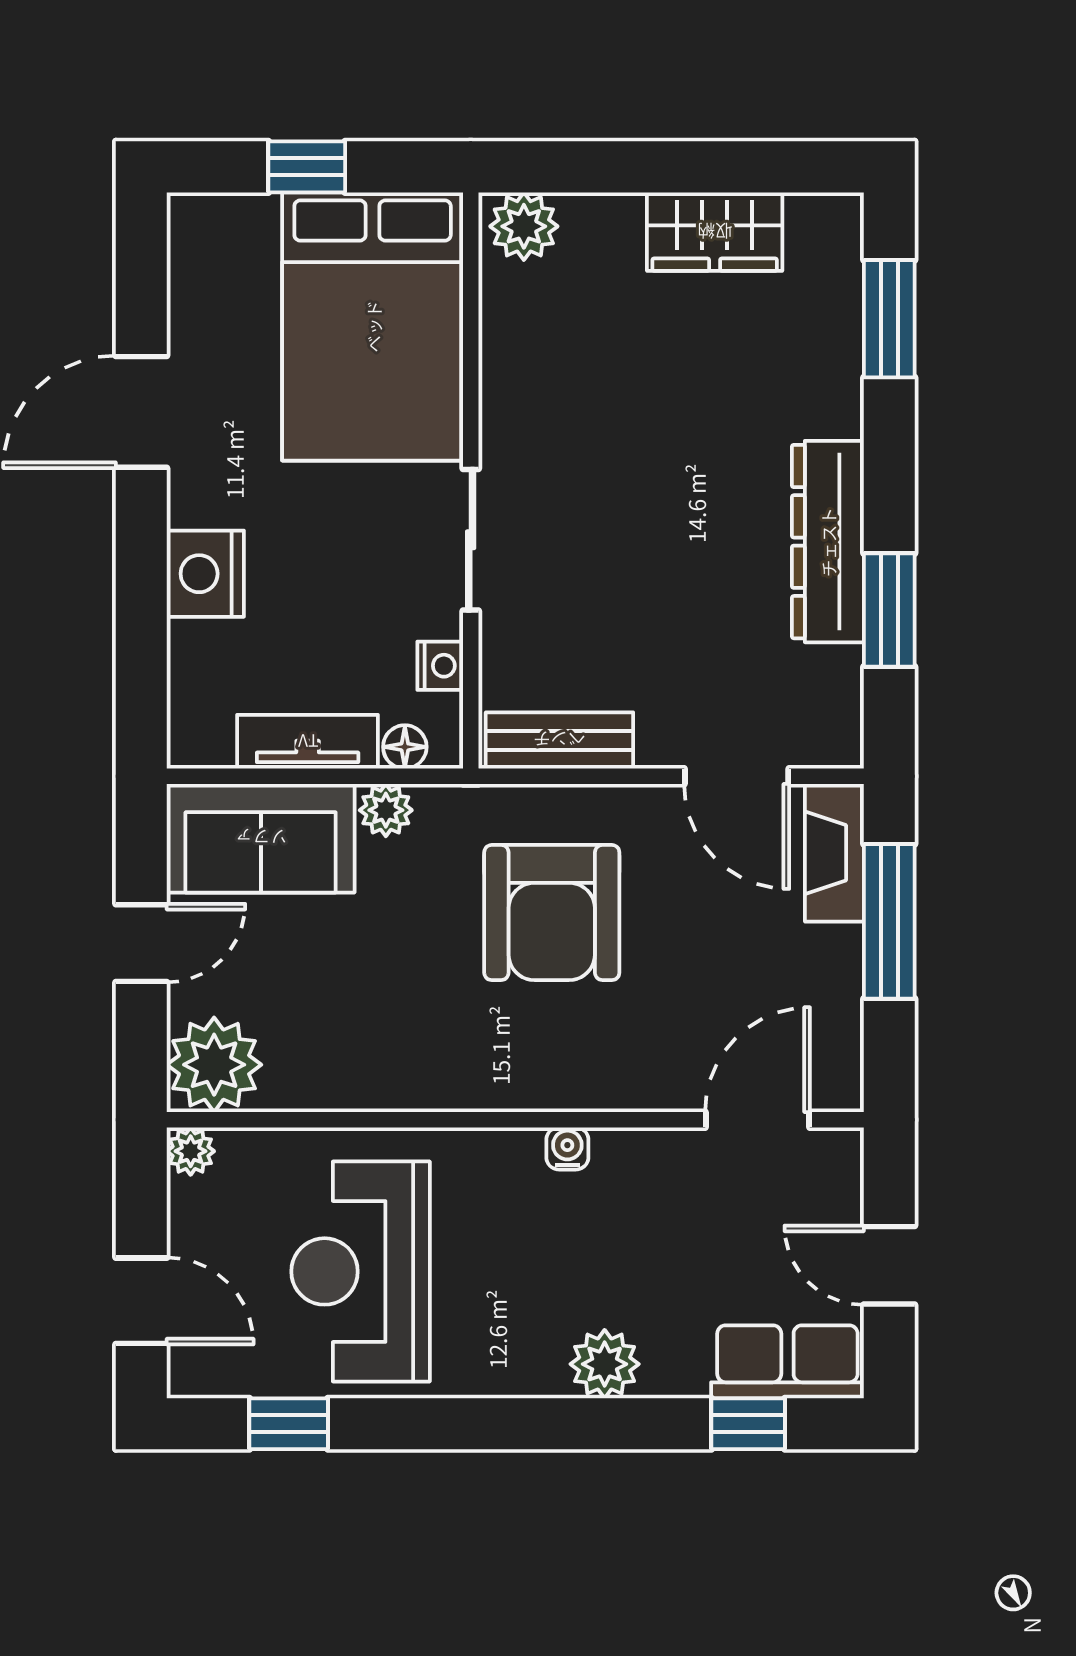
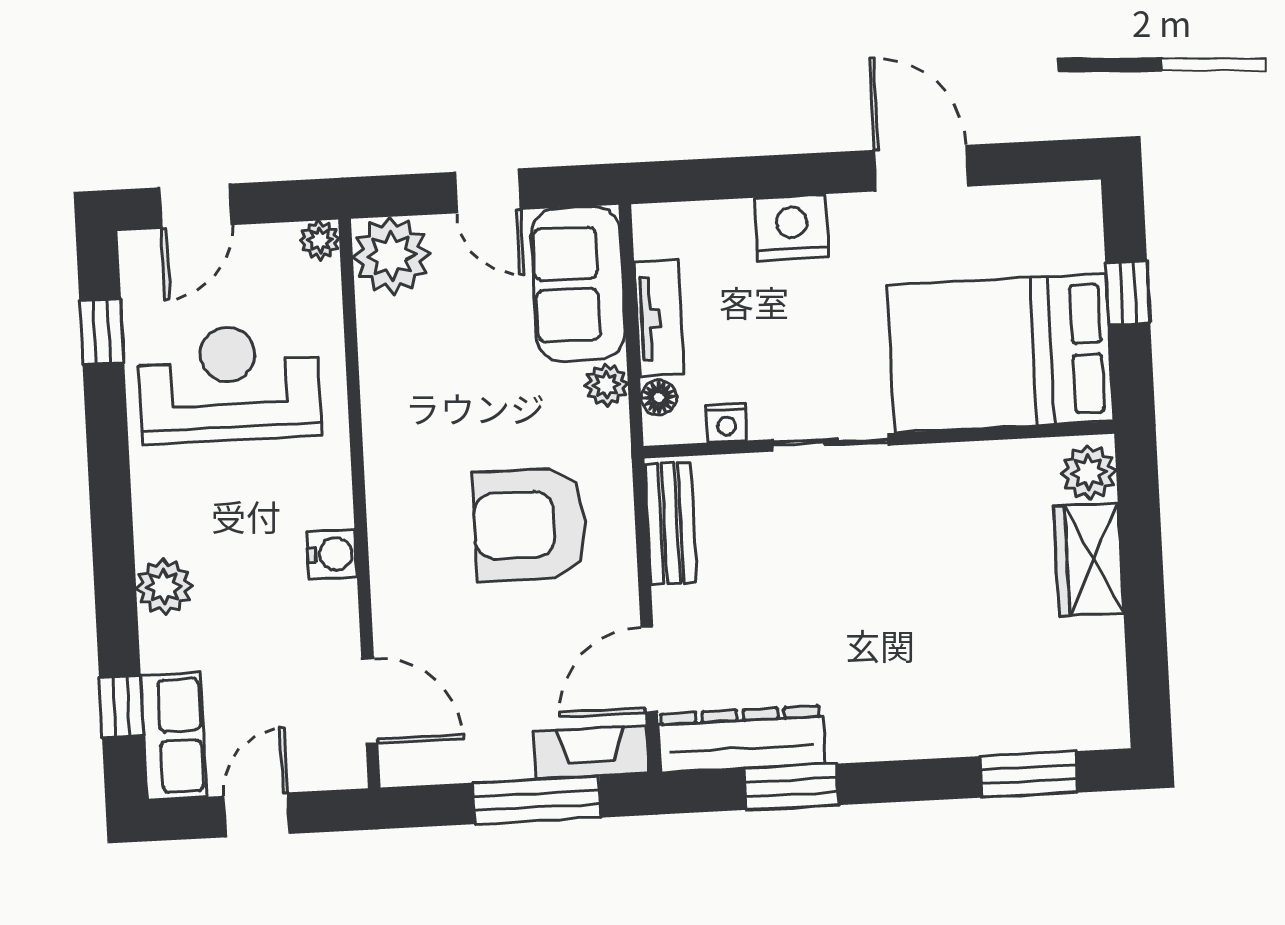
wardrobe: (715, 232) -> (1089, 560), moved
dresser: (828, 542) -> (741, 739), moved
water cooler: (567, 1148) -> (332, 554), width x1.38, depth x1.38

